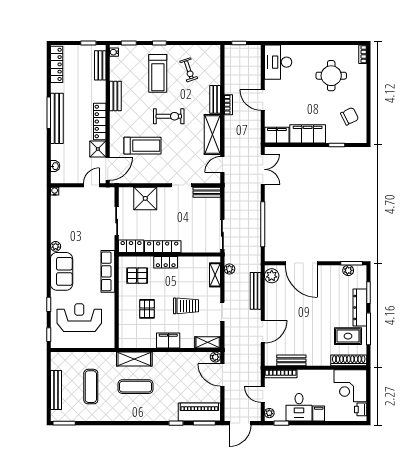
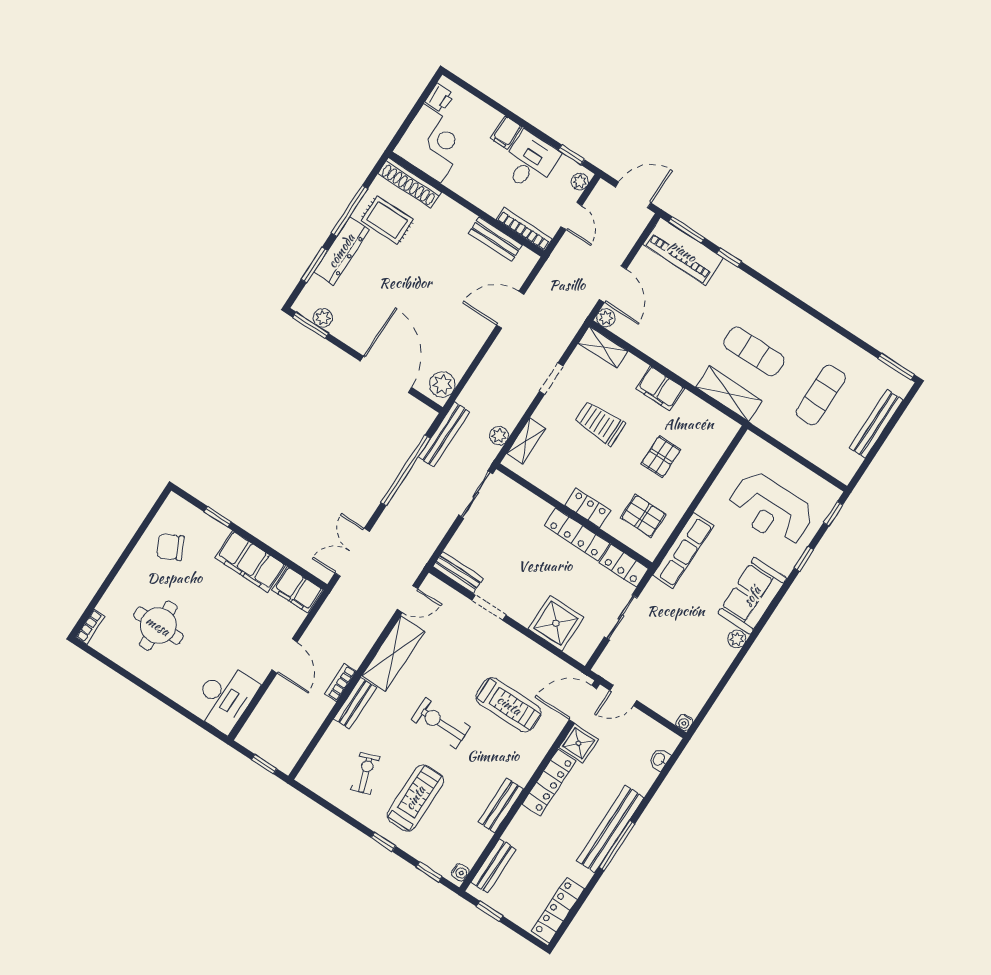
treadmill: (143, 146) -> (509, 705), turned 180
bench: (256, 291) -> (444, 434), moved

